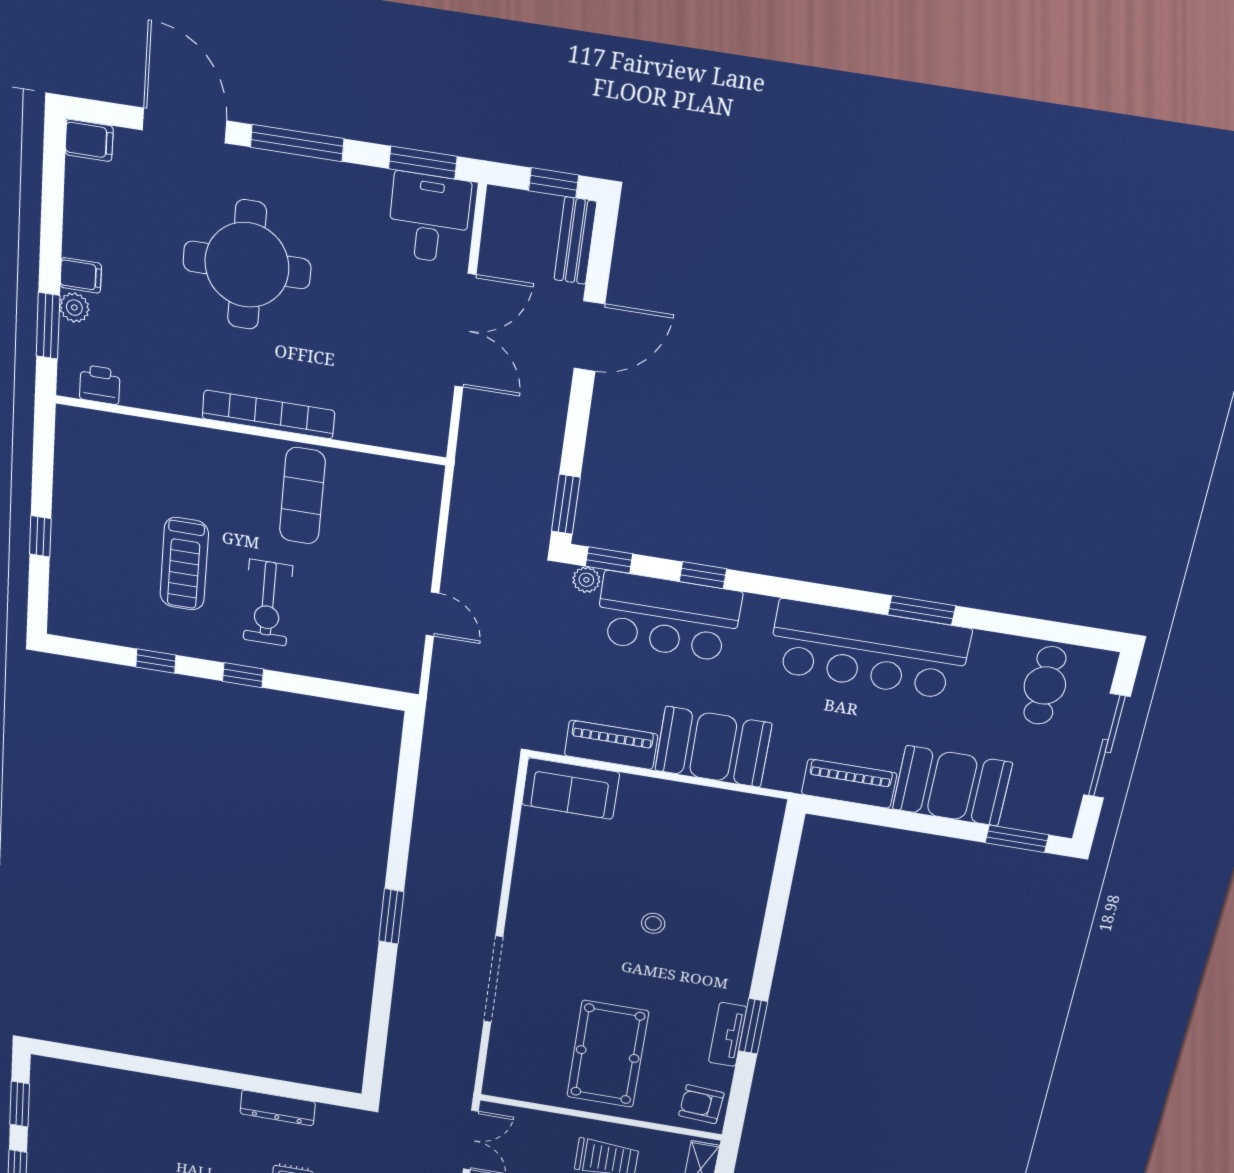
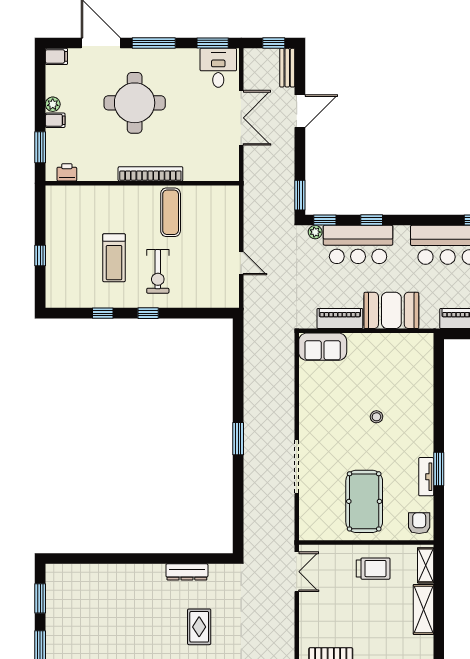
plant: (74, 308) -> (53, 104), moved
armchair: (701, 1104) -> (419, 523), turned 86

